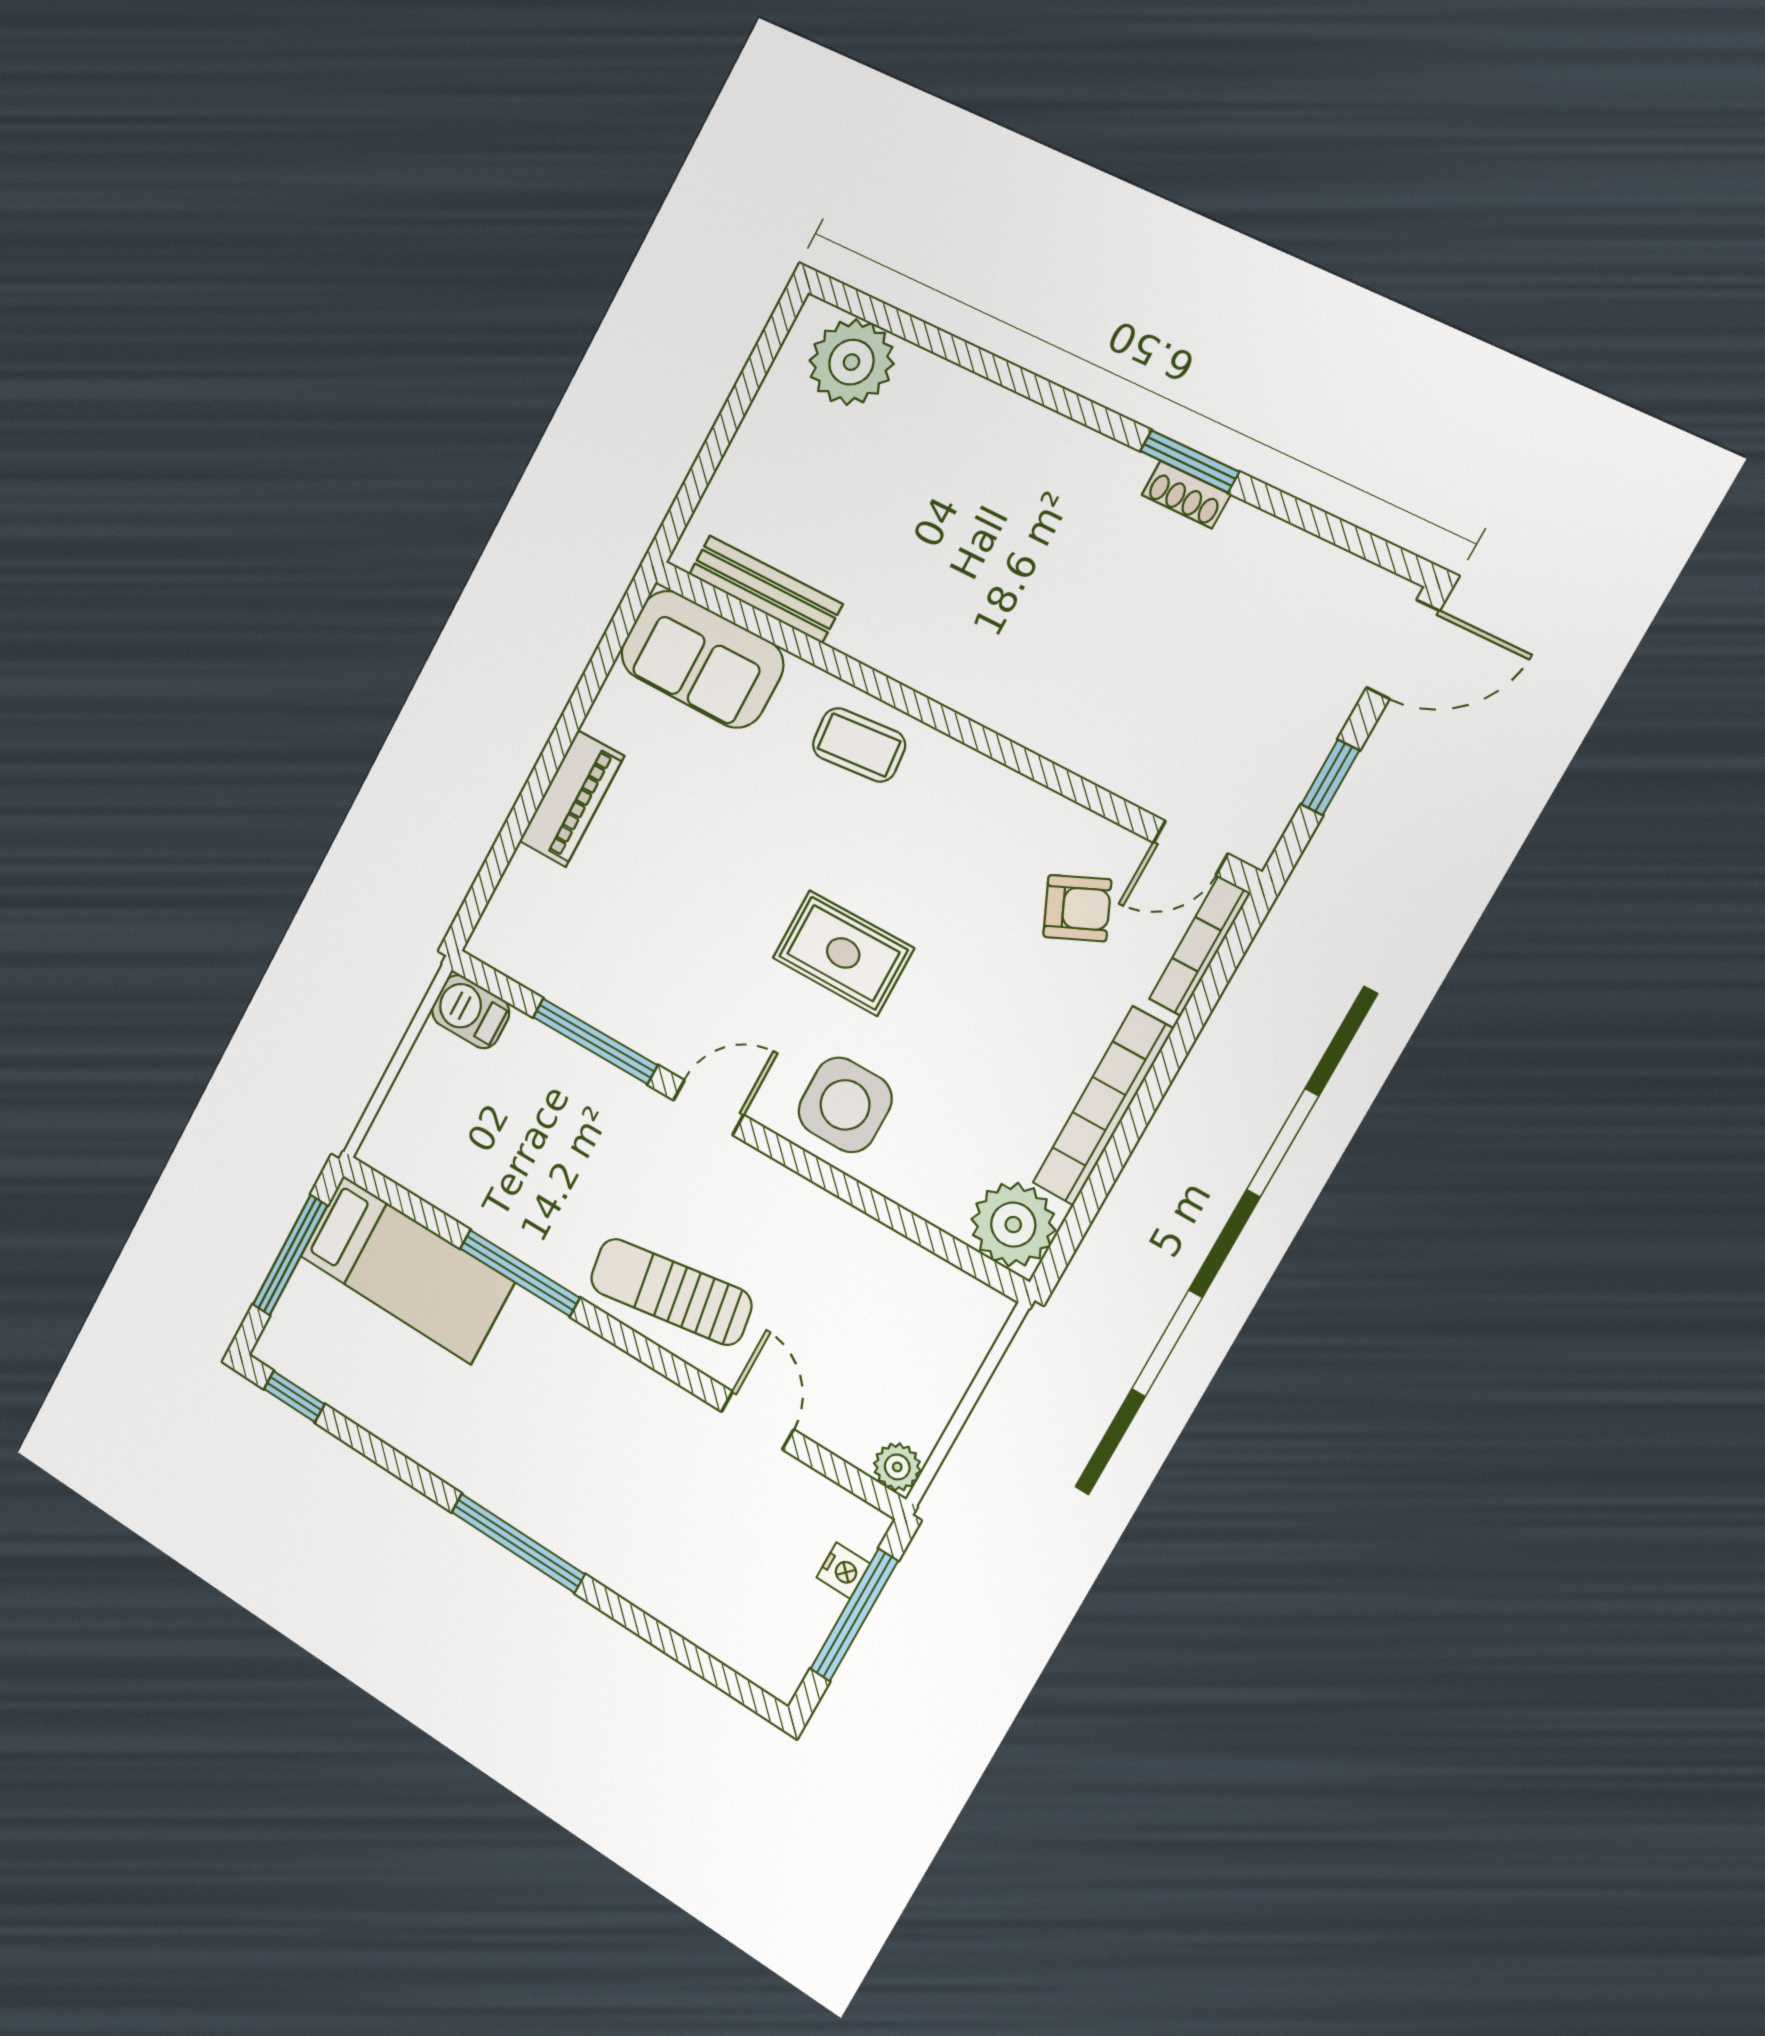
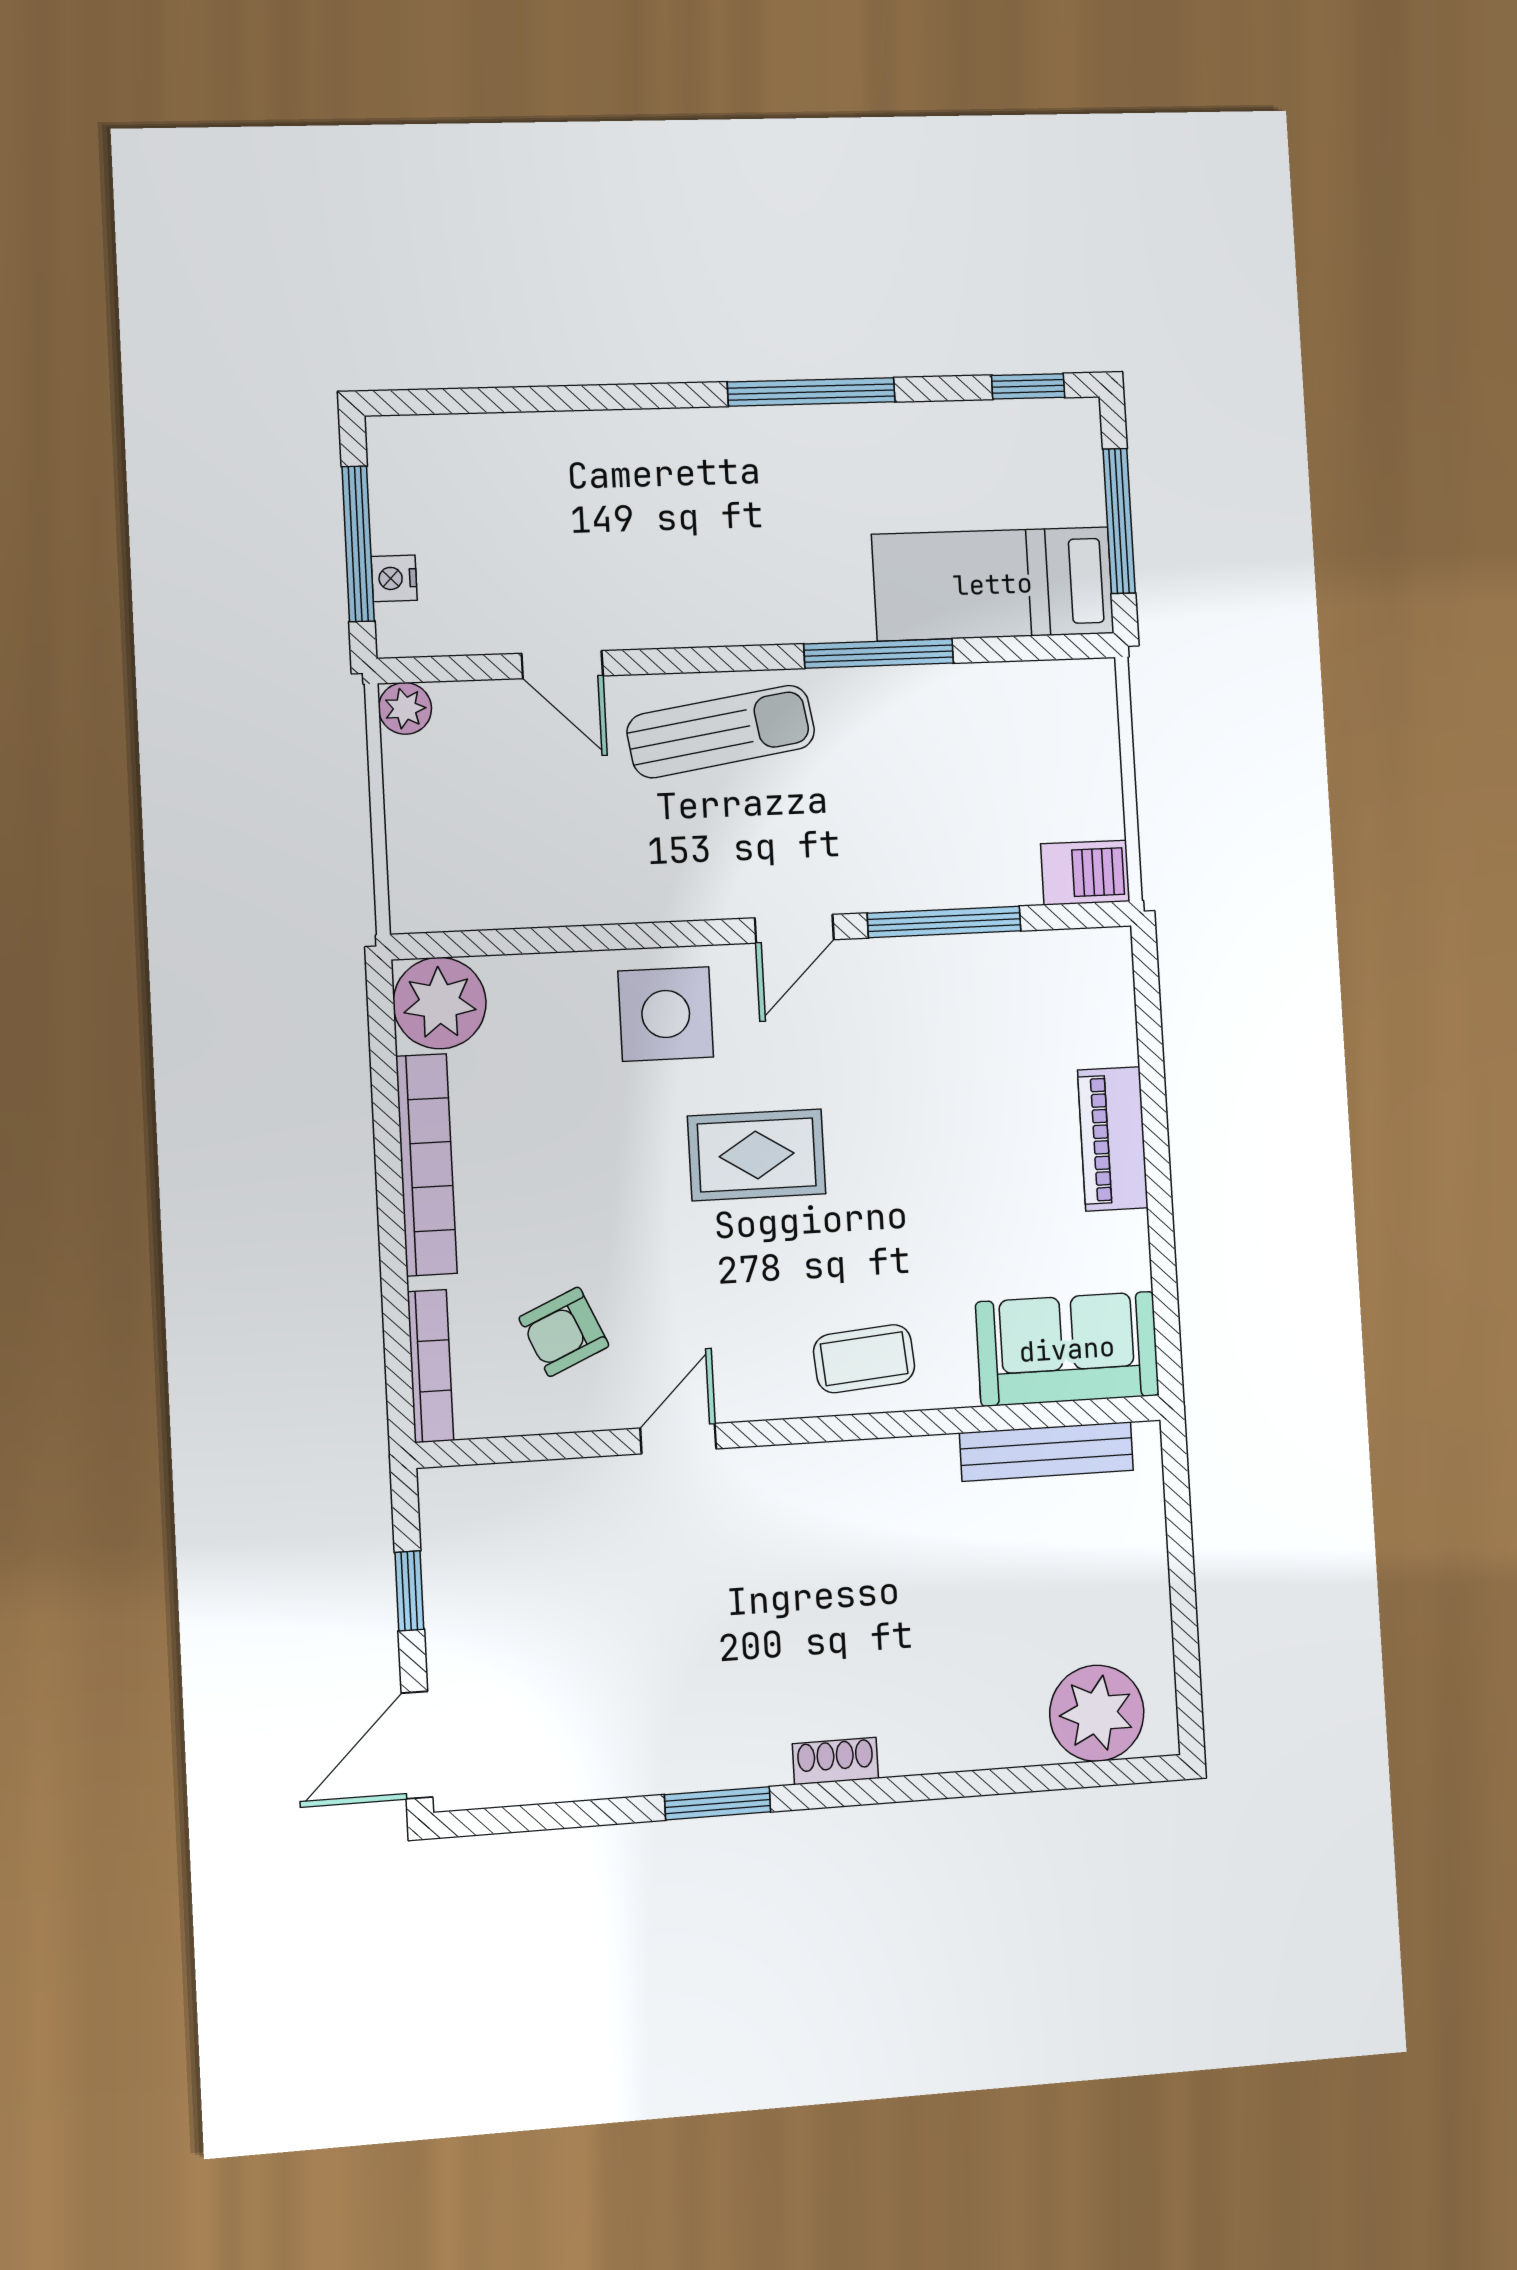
shoe rack: (1186, 495) -> (835, 1761), moved
door: (1191, 848) -> (678, 1439), moved
window: (518, 1543) -> (811, 392), moved

